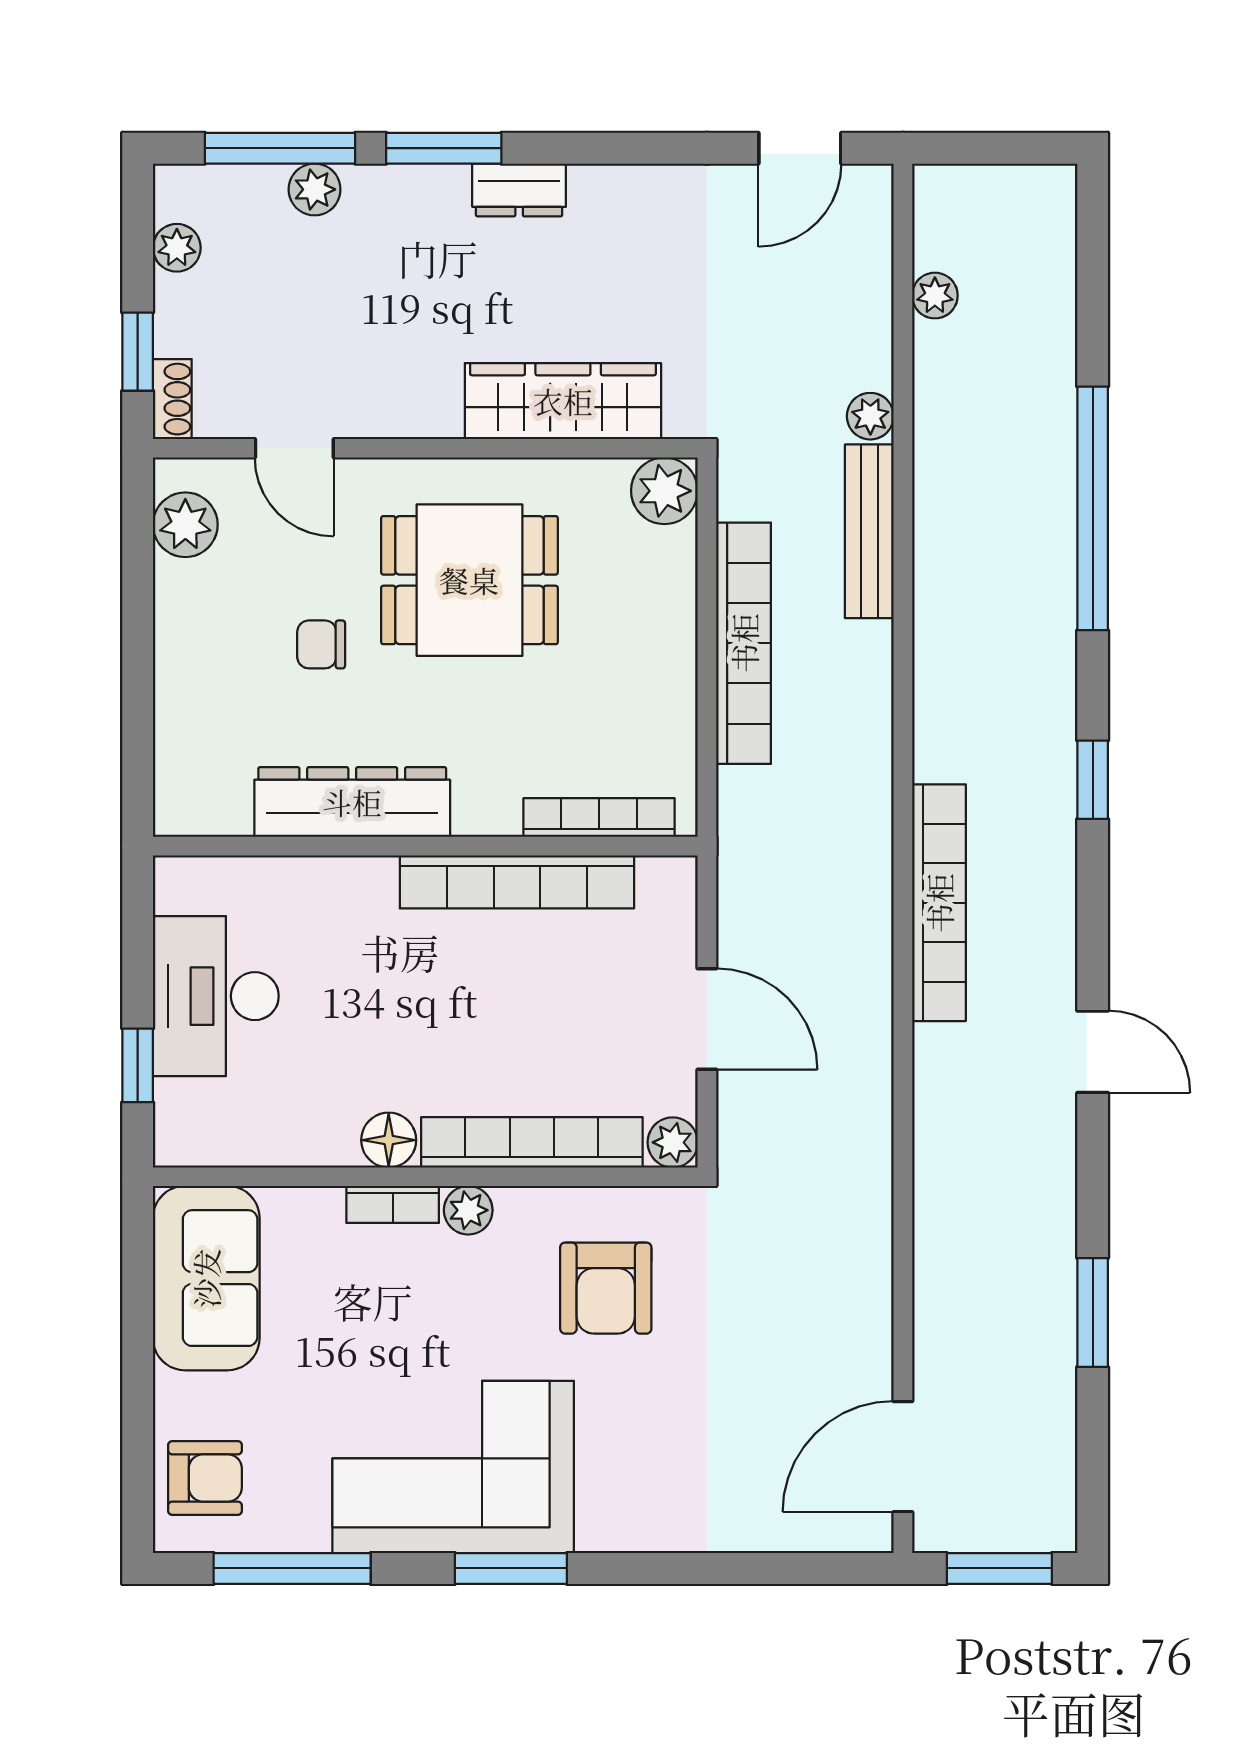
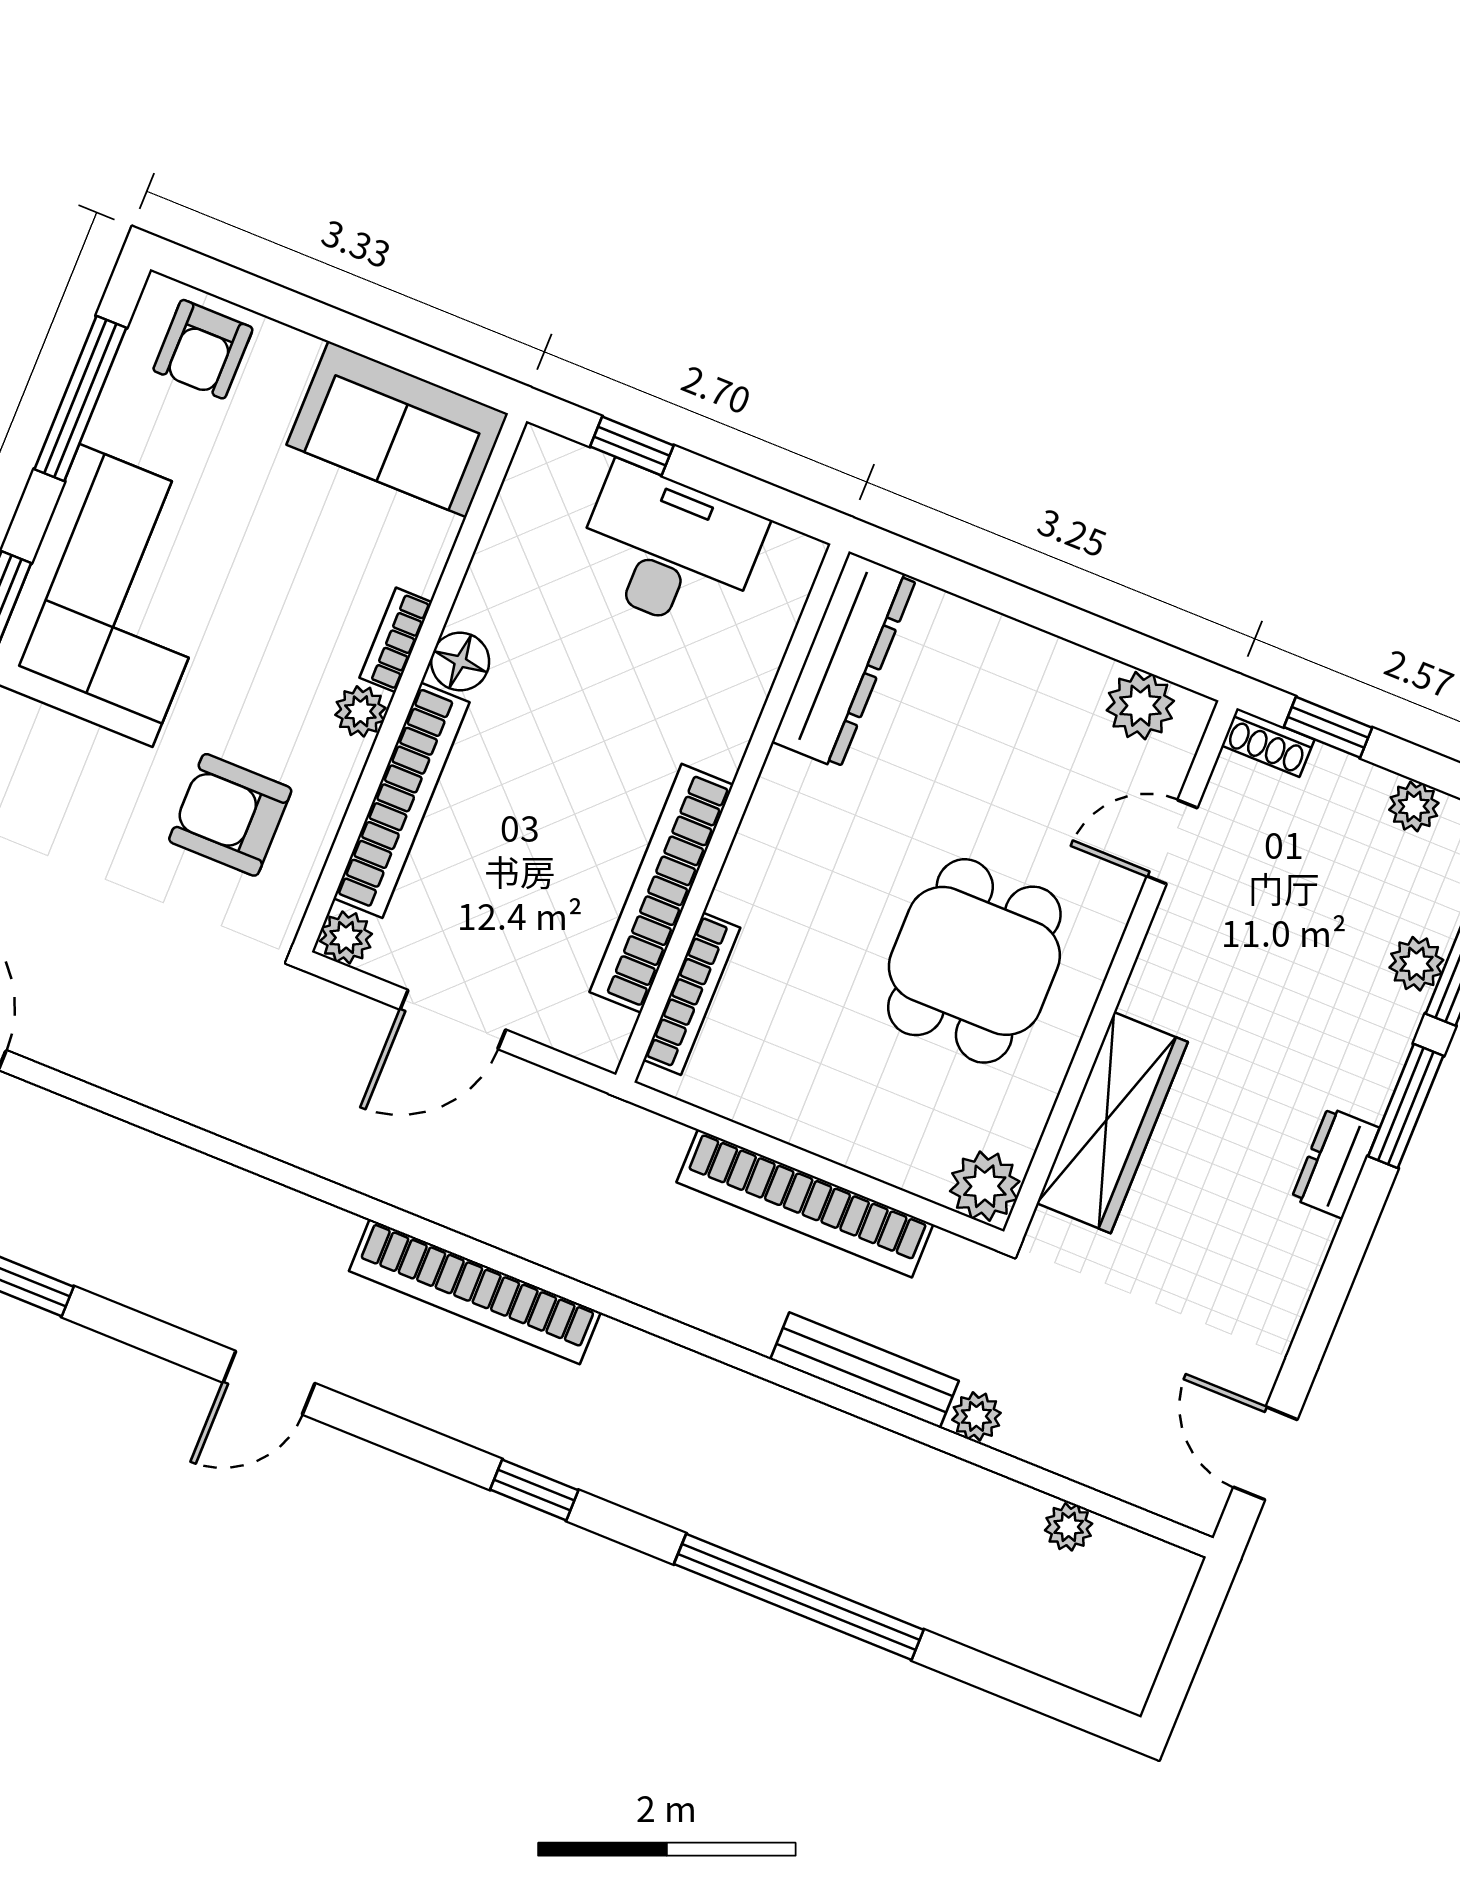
chair: (321, 644) -> (970, 791), removed
dresser: (352, 802) -> (844, 660), moved

